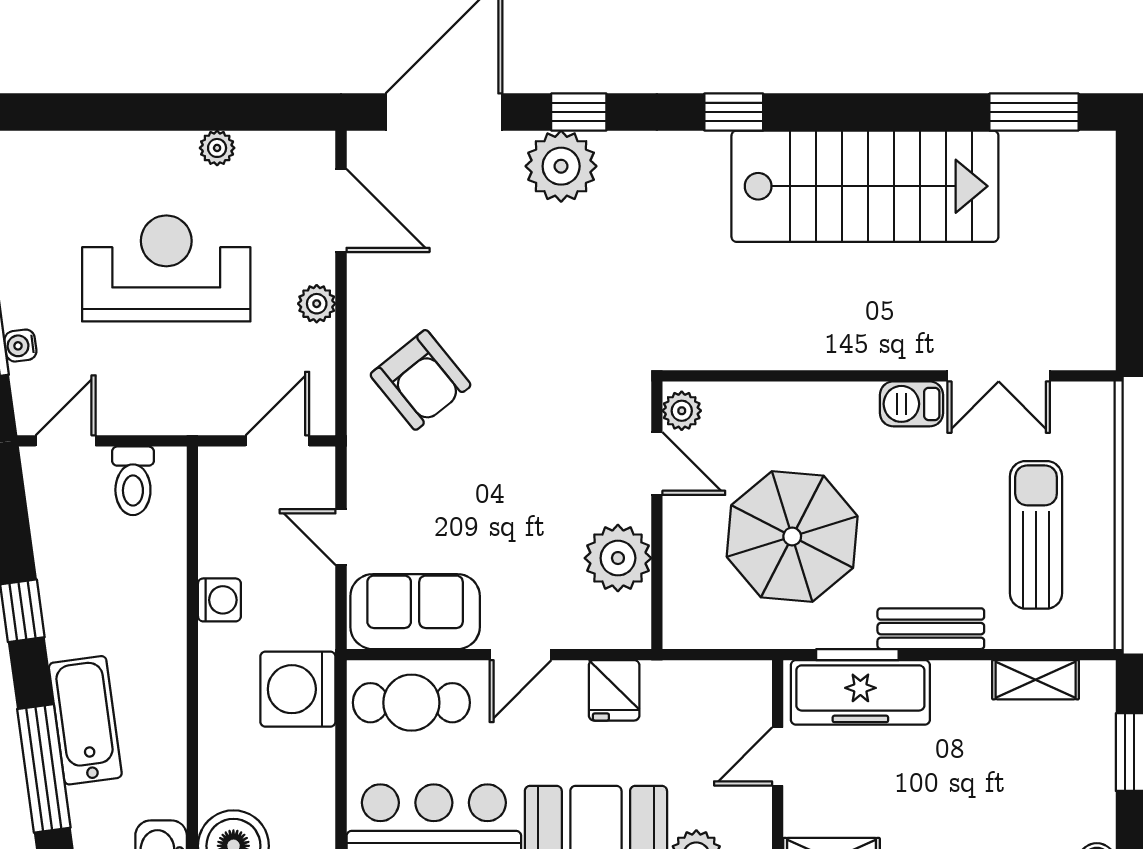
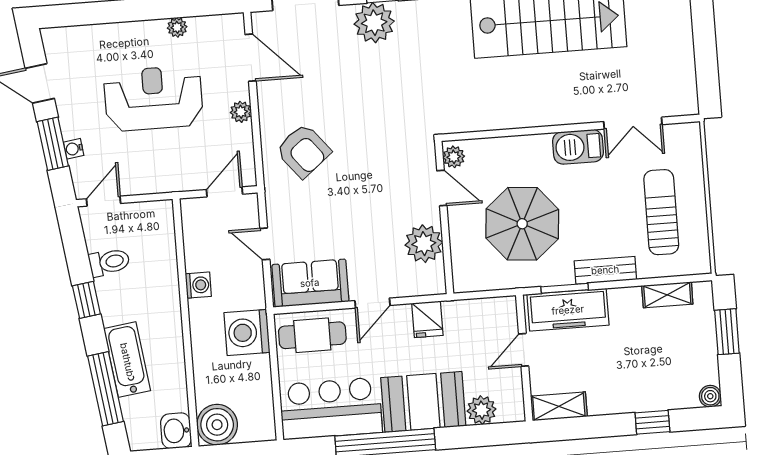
barbecue: (911, 404) -> (578, 147), width x1.38, depth x1.27
toilet: (133, 481) -> (109, 262), moved, turned -98

